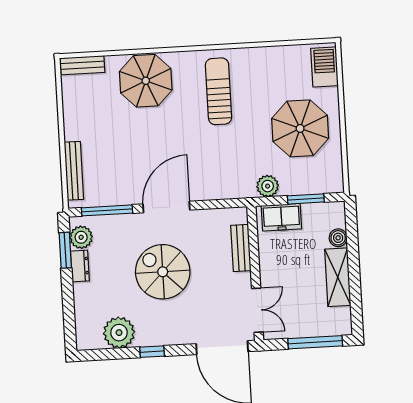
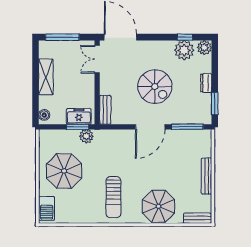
bench: (74, 171) -> (207, 176), moved
window: (306, 199) -> (78, 127), moved
plant: (81, 237) -> (204, 48), moved
boiler: (338, 238) -> (44, 115), moved
bench: (241, 248) -> (105, 110), moved
dresser: (80, 266) -> (206, 83), moved
window: (152, 352) -> (185, 37), moved

